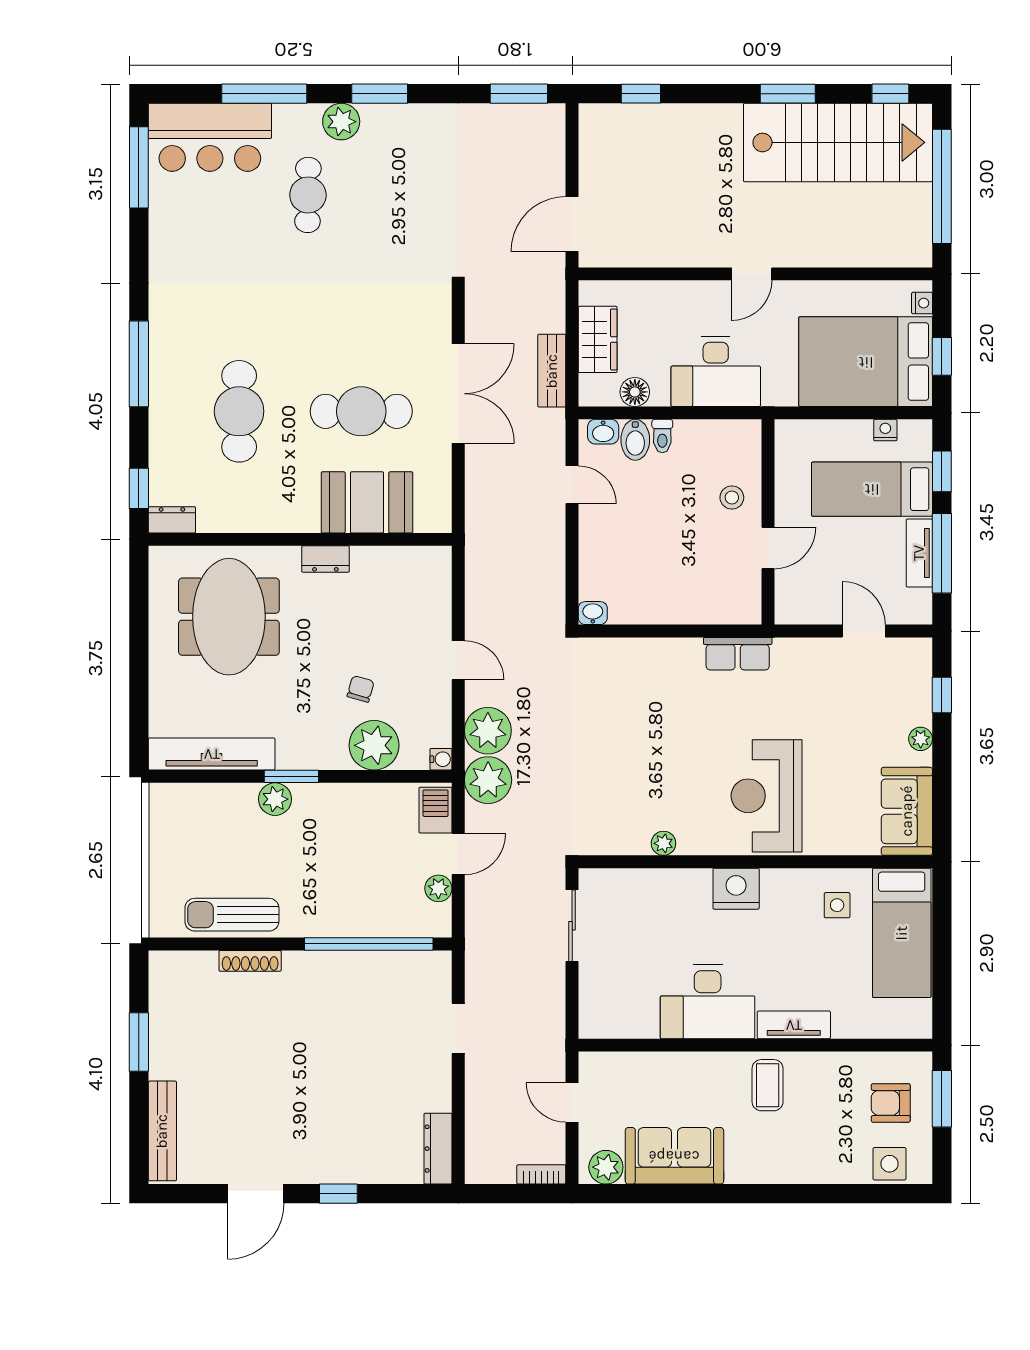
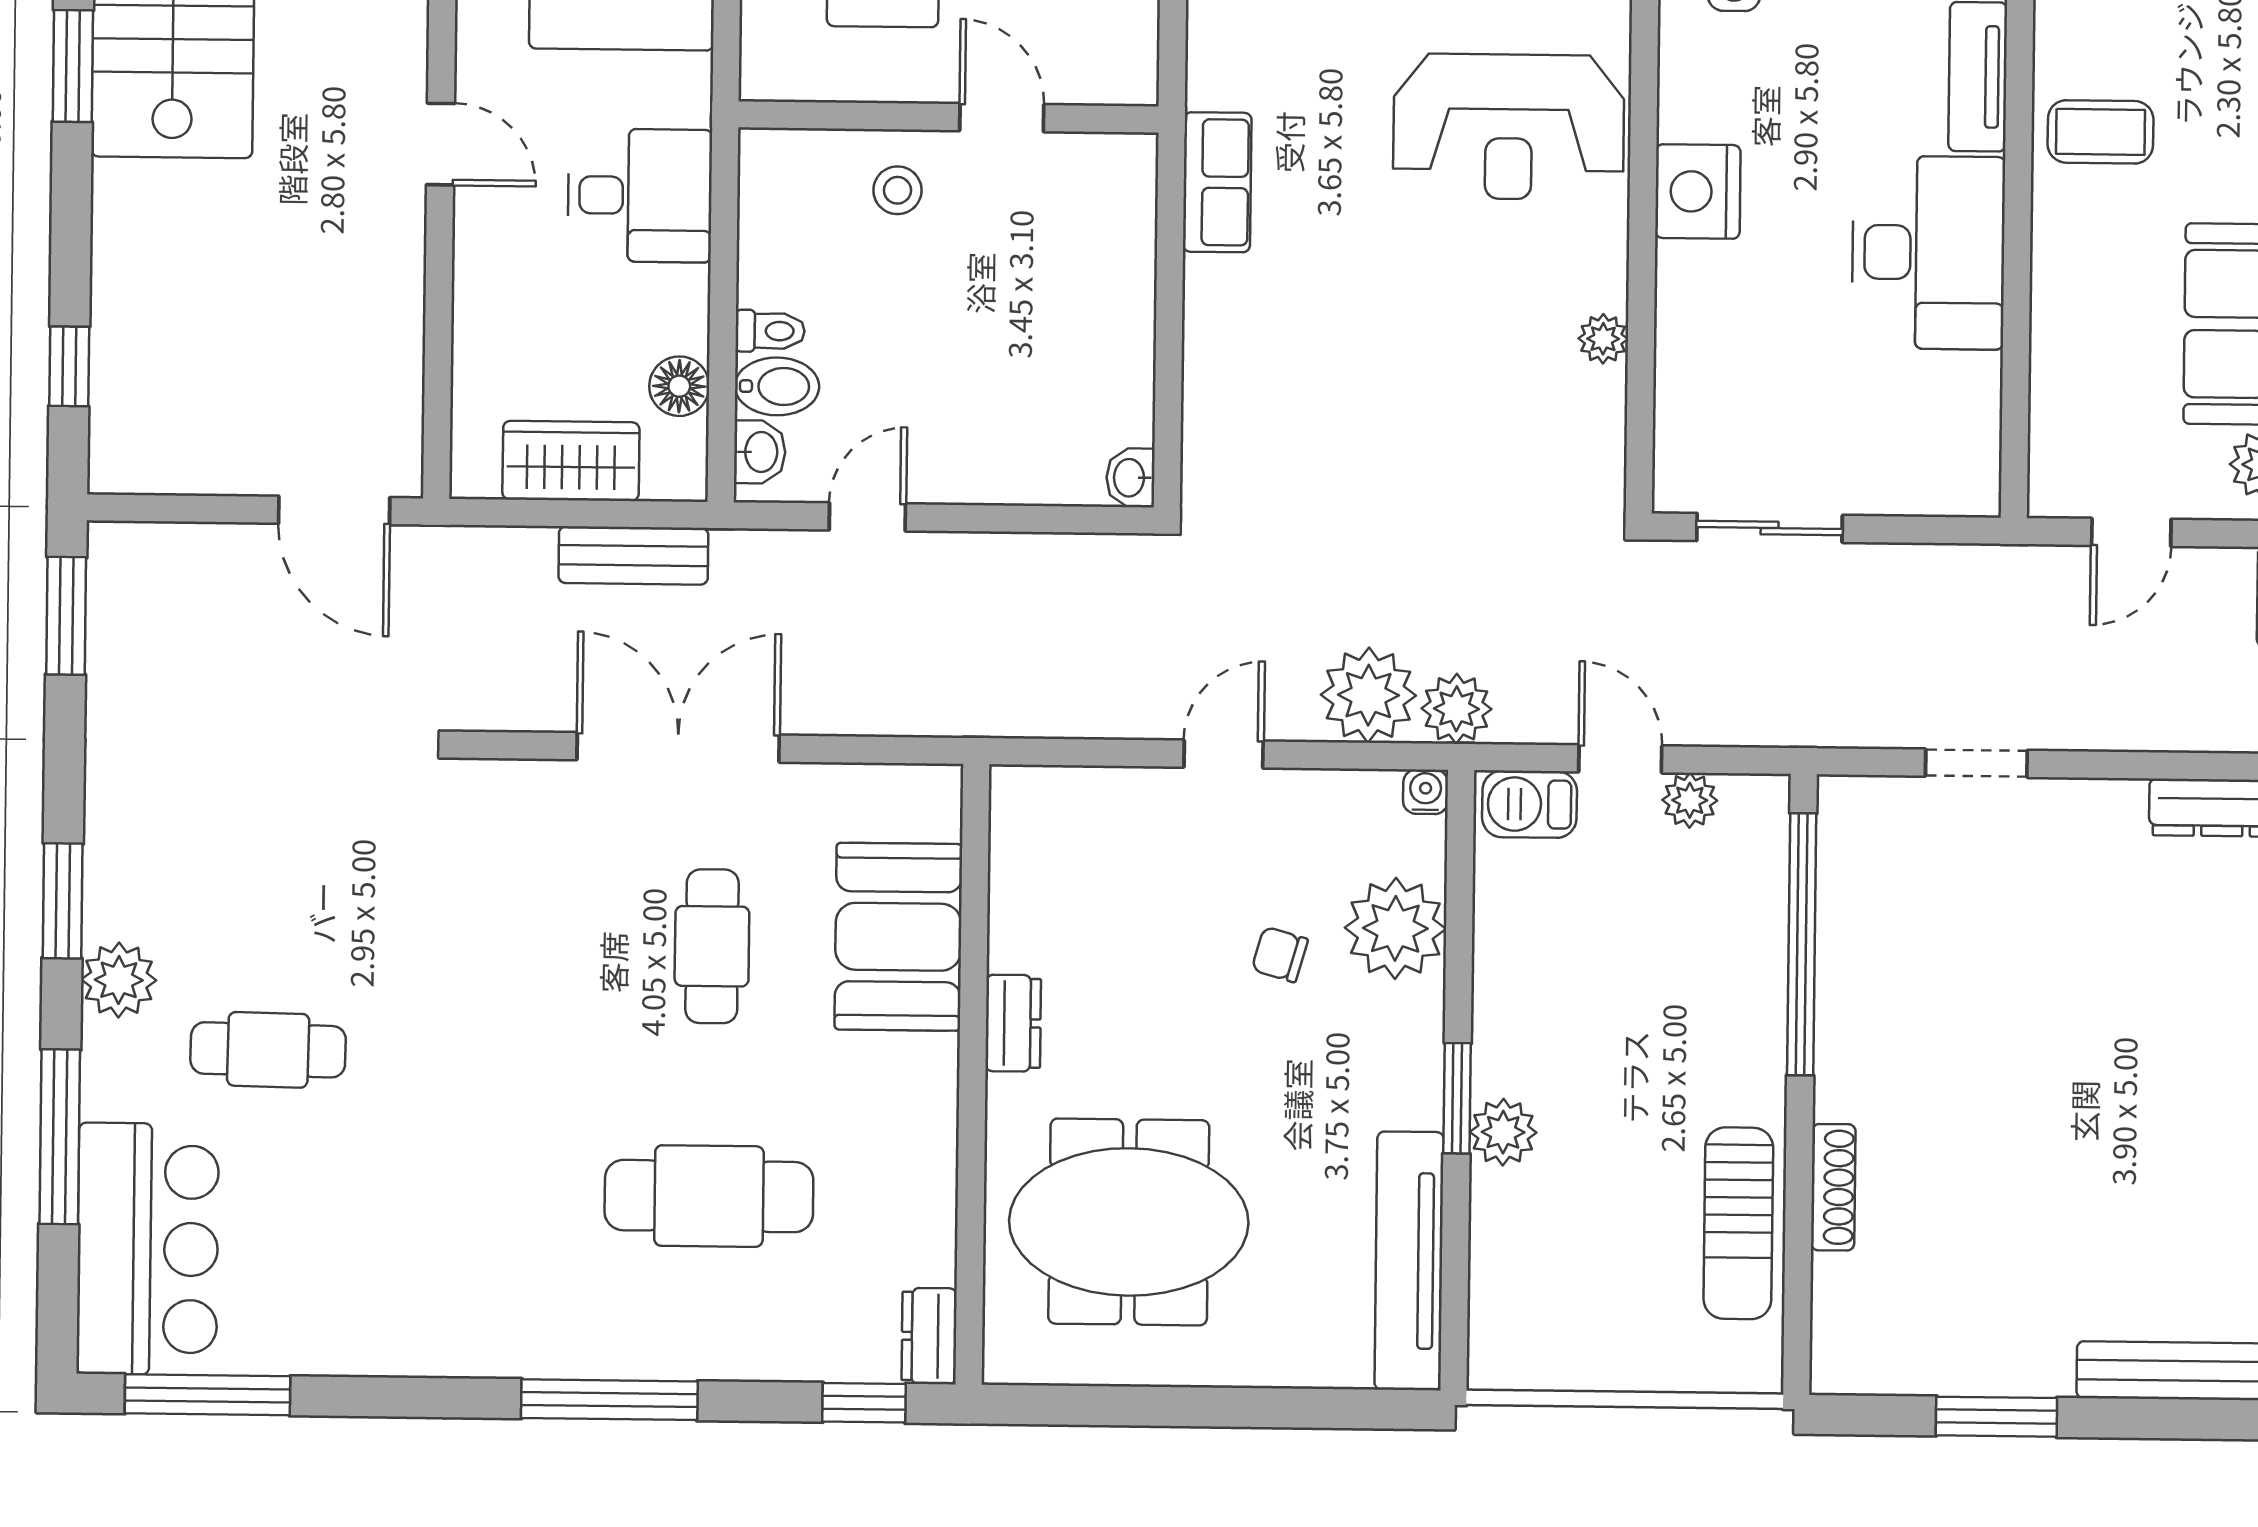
desk: (716, 372) -> (640, 195), width x0.73
cafe table: (361, 411) -> (712, 946), width x0.73, depth x0.74
plant: (488, 780) -> (1456, 709), width x0.73, depth x0.73

